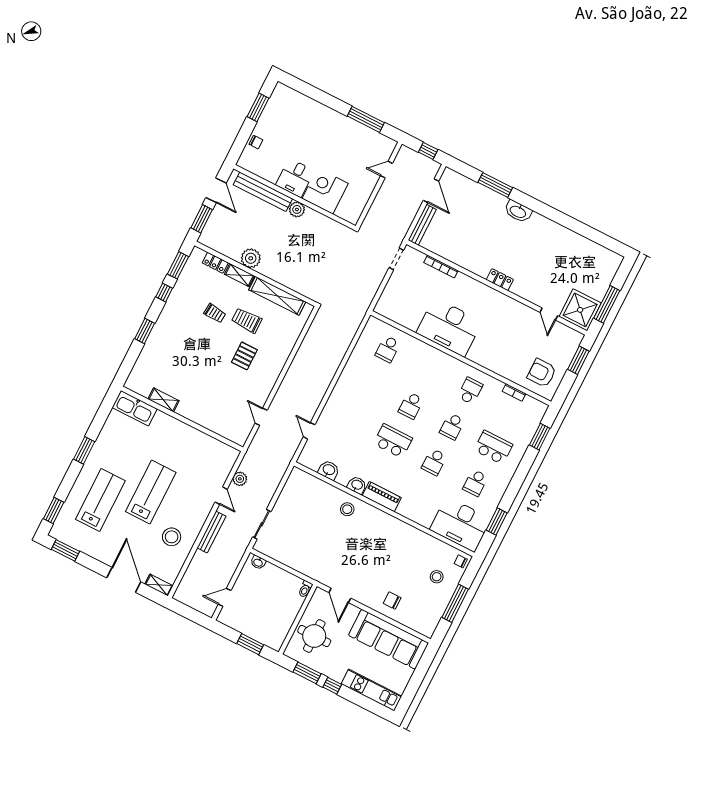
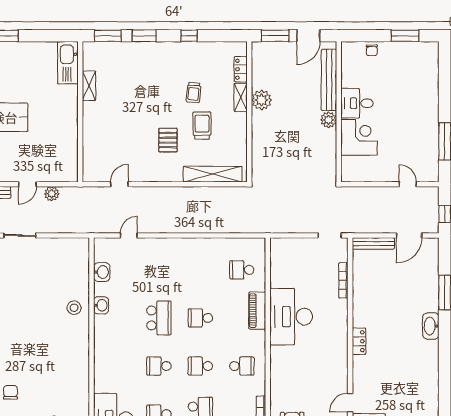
window: (178, 265) -> (108, 36), moved
shelving: (277, 296) -> (213, 174), moved, turned 90
pallet: (244, 356) -> (168, 140), turned 90
piano: (382, 497) -> (257, 311), moved, turned 180

